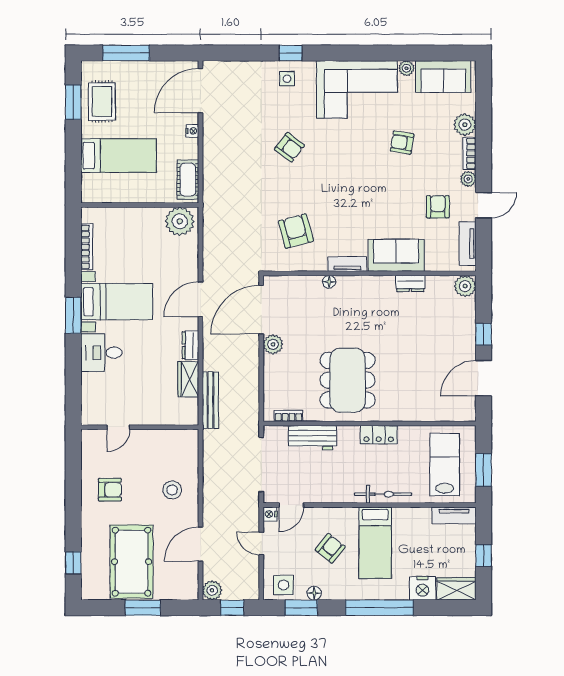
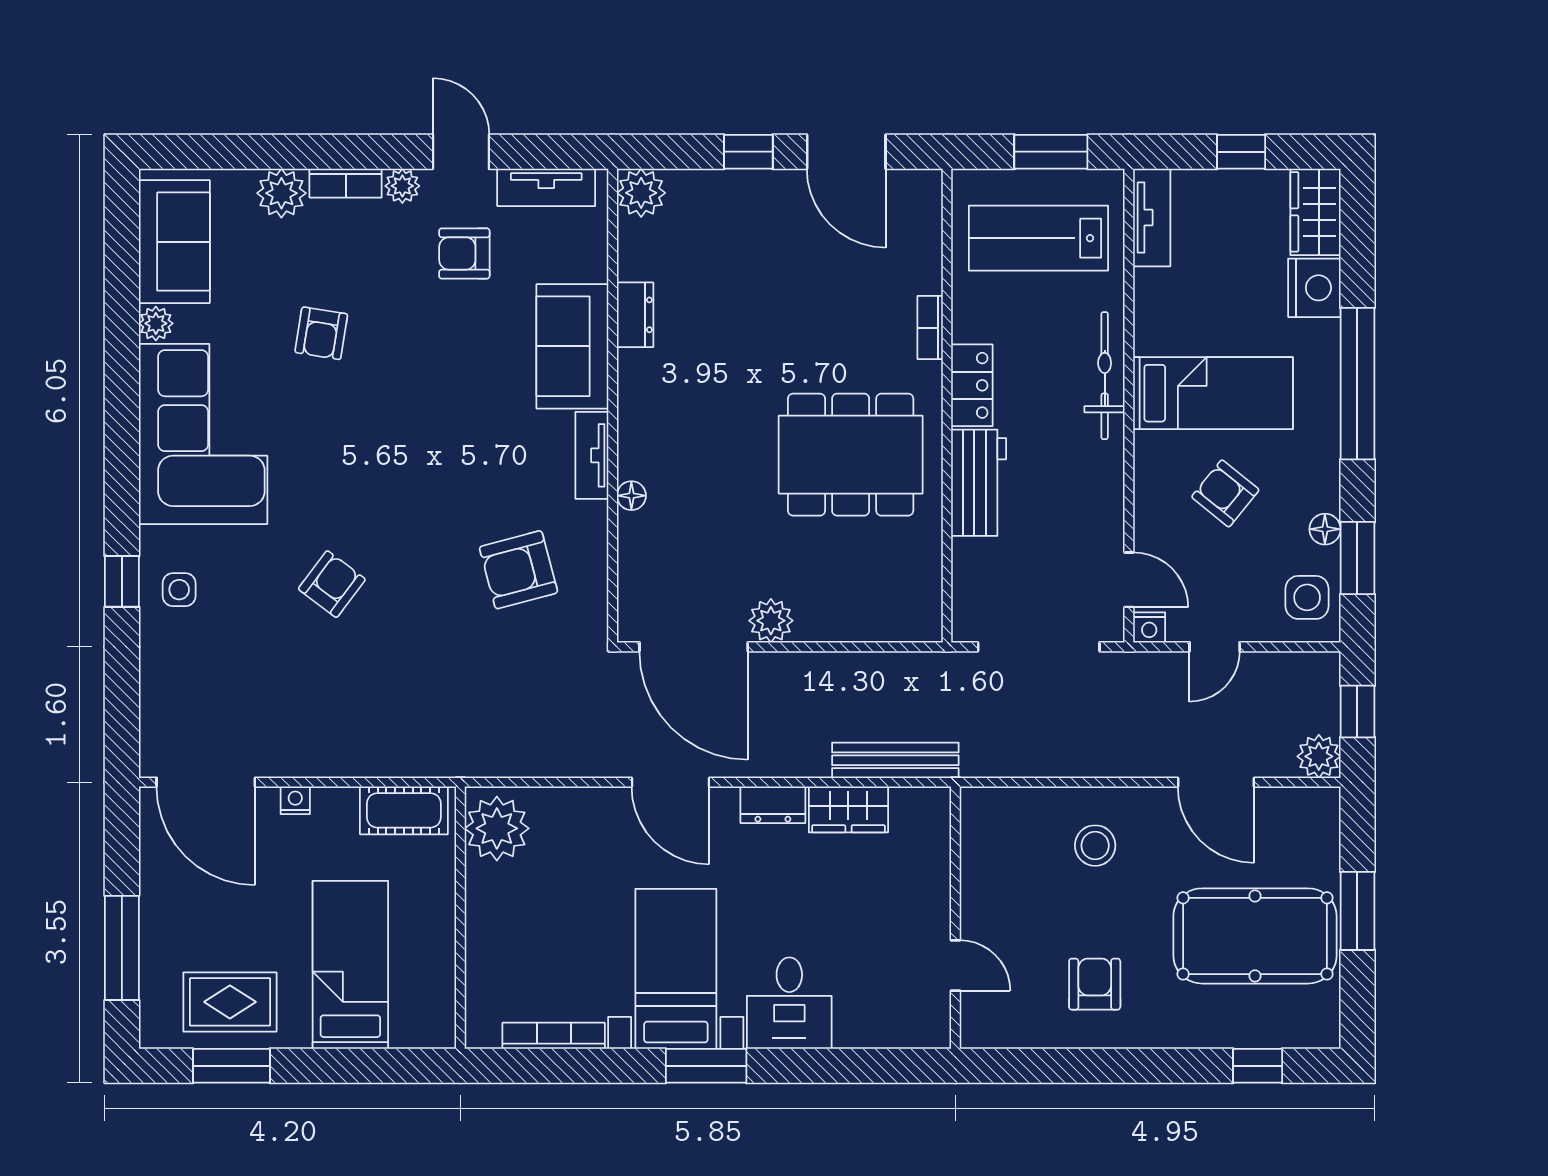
bookcase: (289, 416) -> (930, 328), moved
workbench: (313, 438) -> (979, 483), moved

